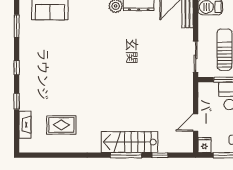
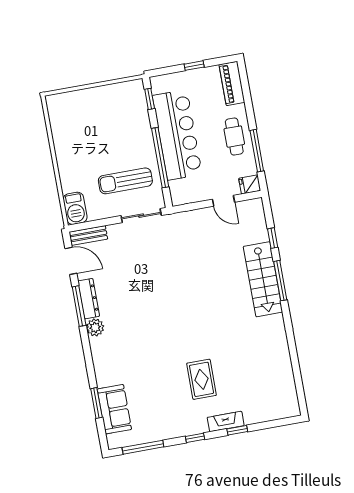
window: (17, 26) -> (143, 447), width x1.44
fireplace: (25, 125) -> (226, 421), moved
rug: (61, 125) -> (202, 379), moved

